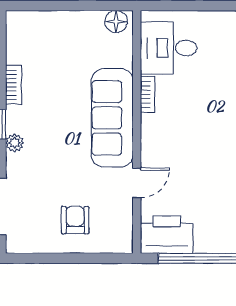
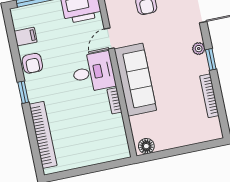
desk: (169, 48) -> (93, 72), moved
bookcase: (13, 85) -> (209, 96), width x1.56

